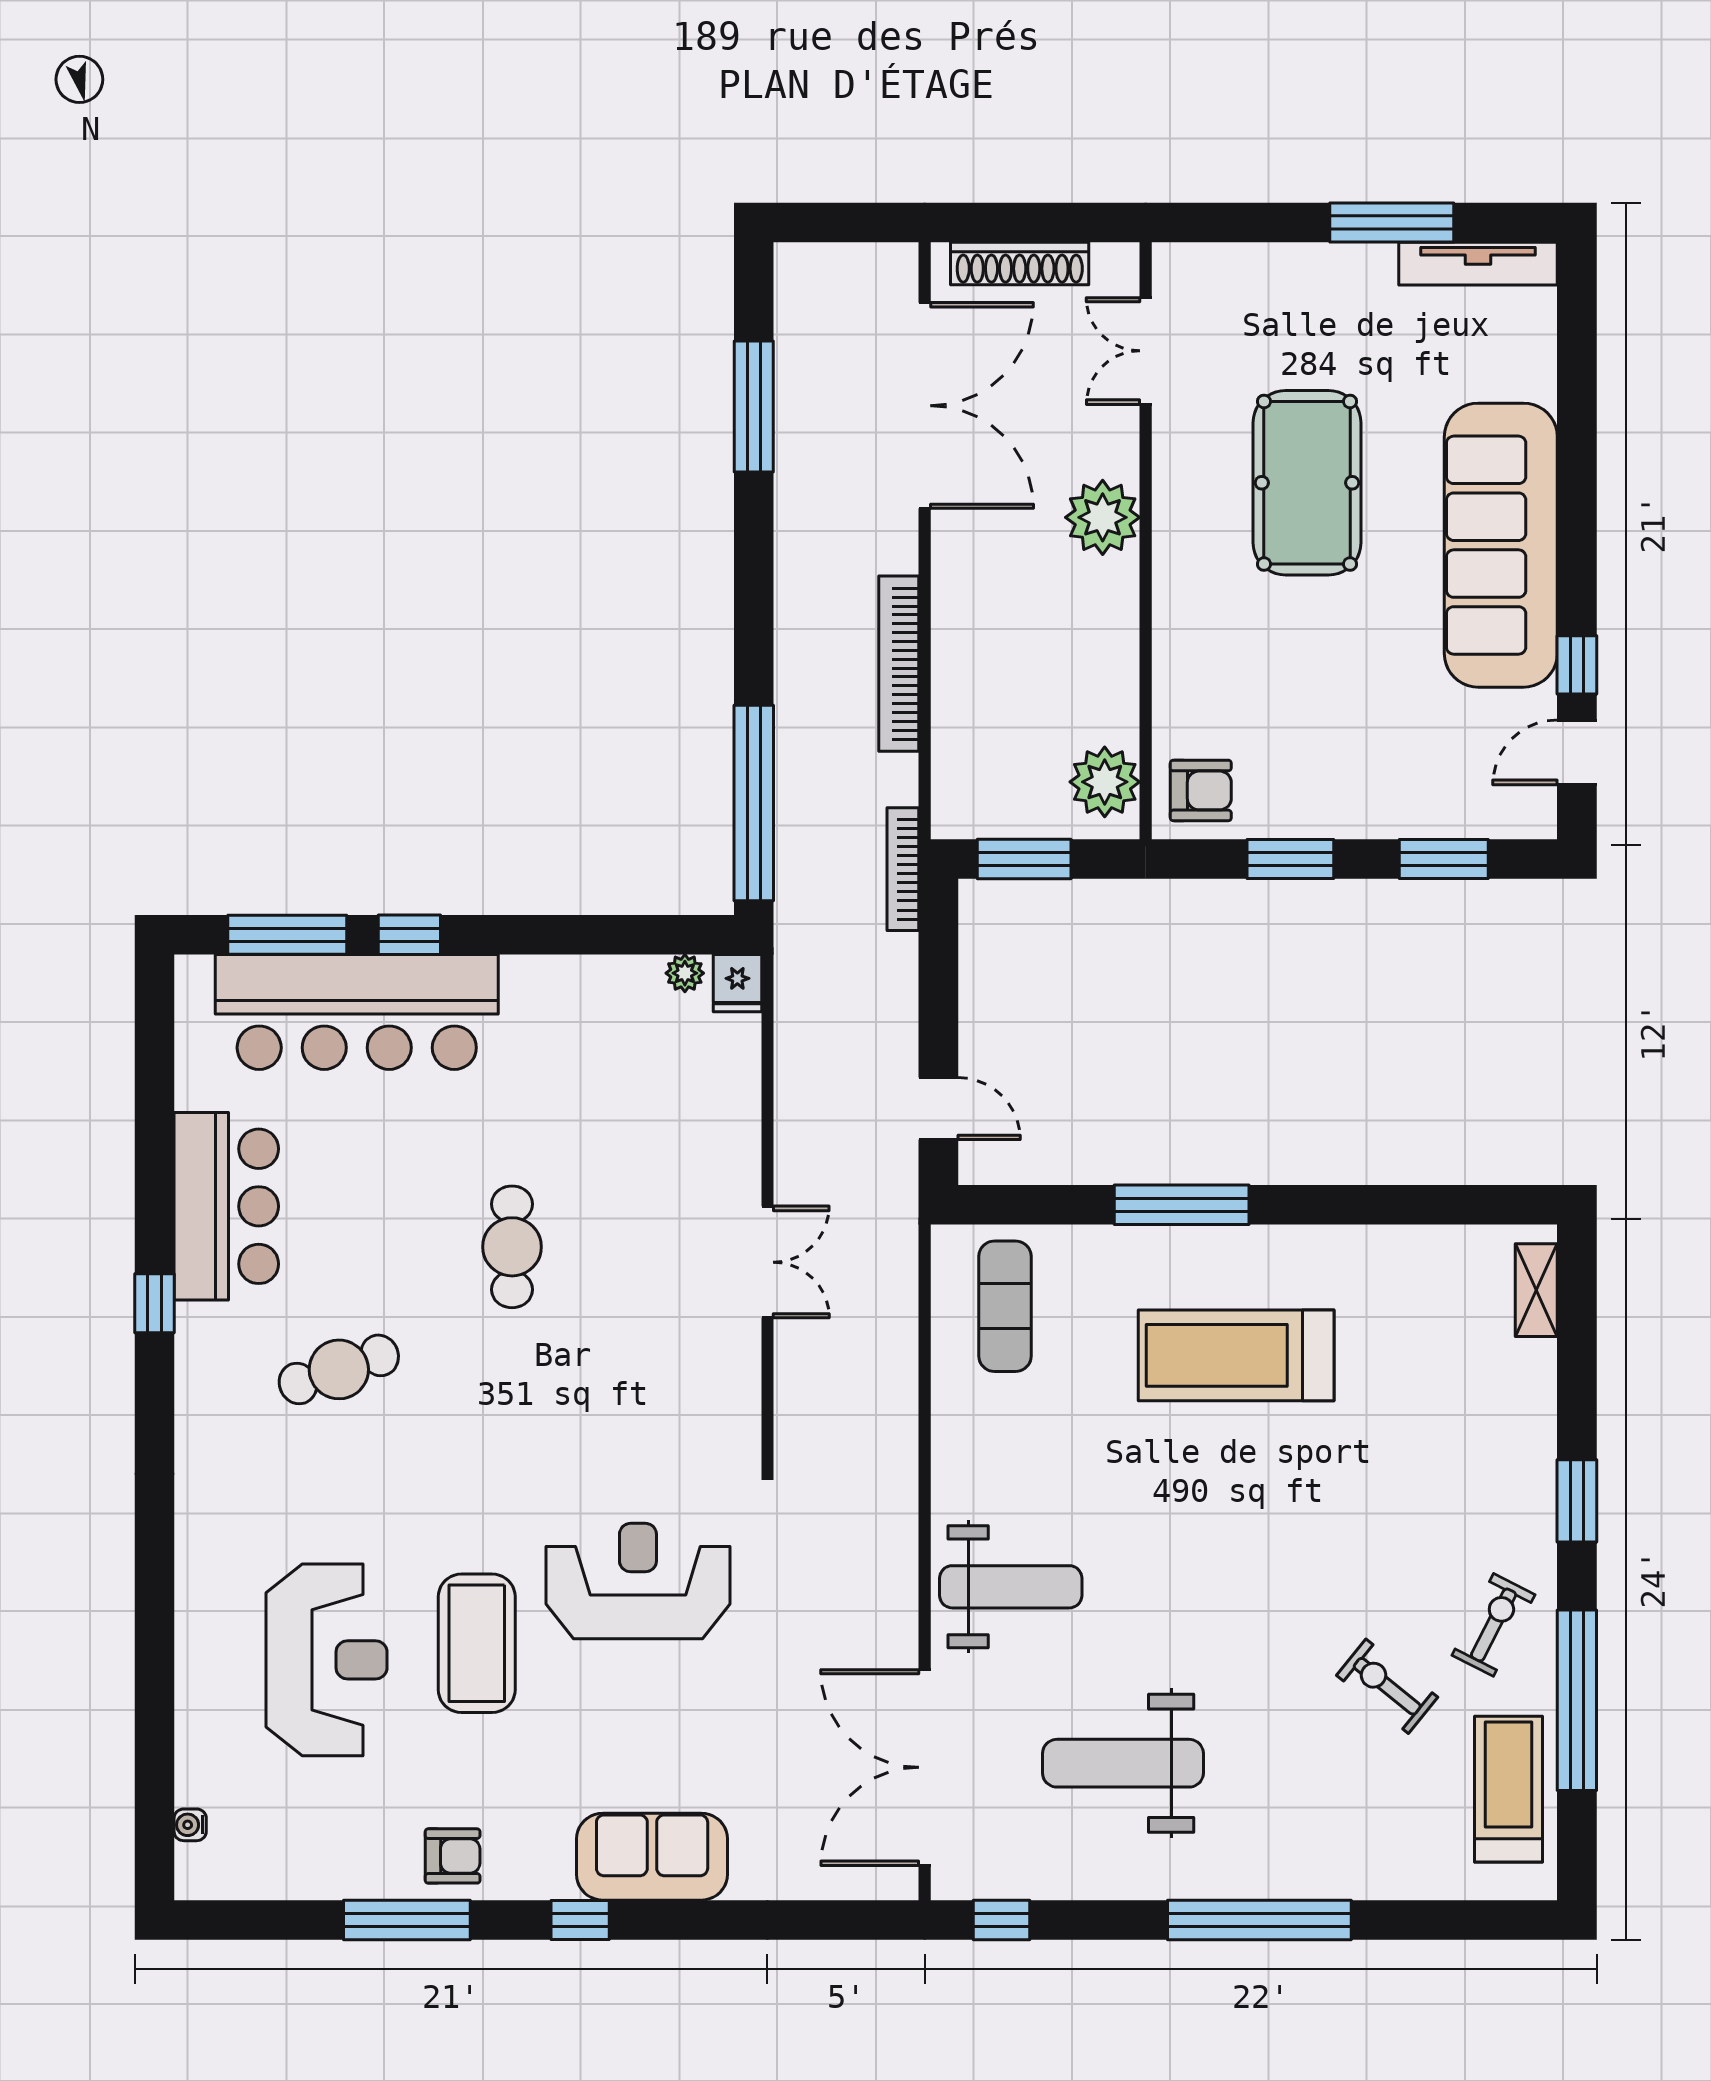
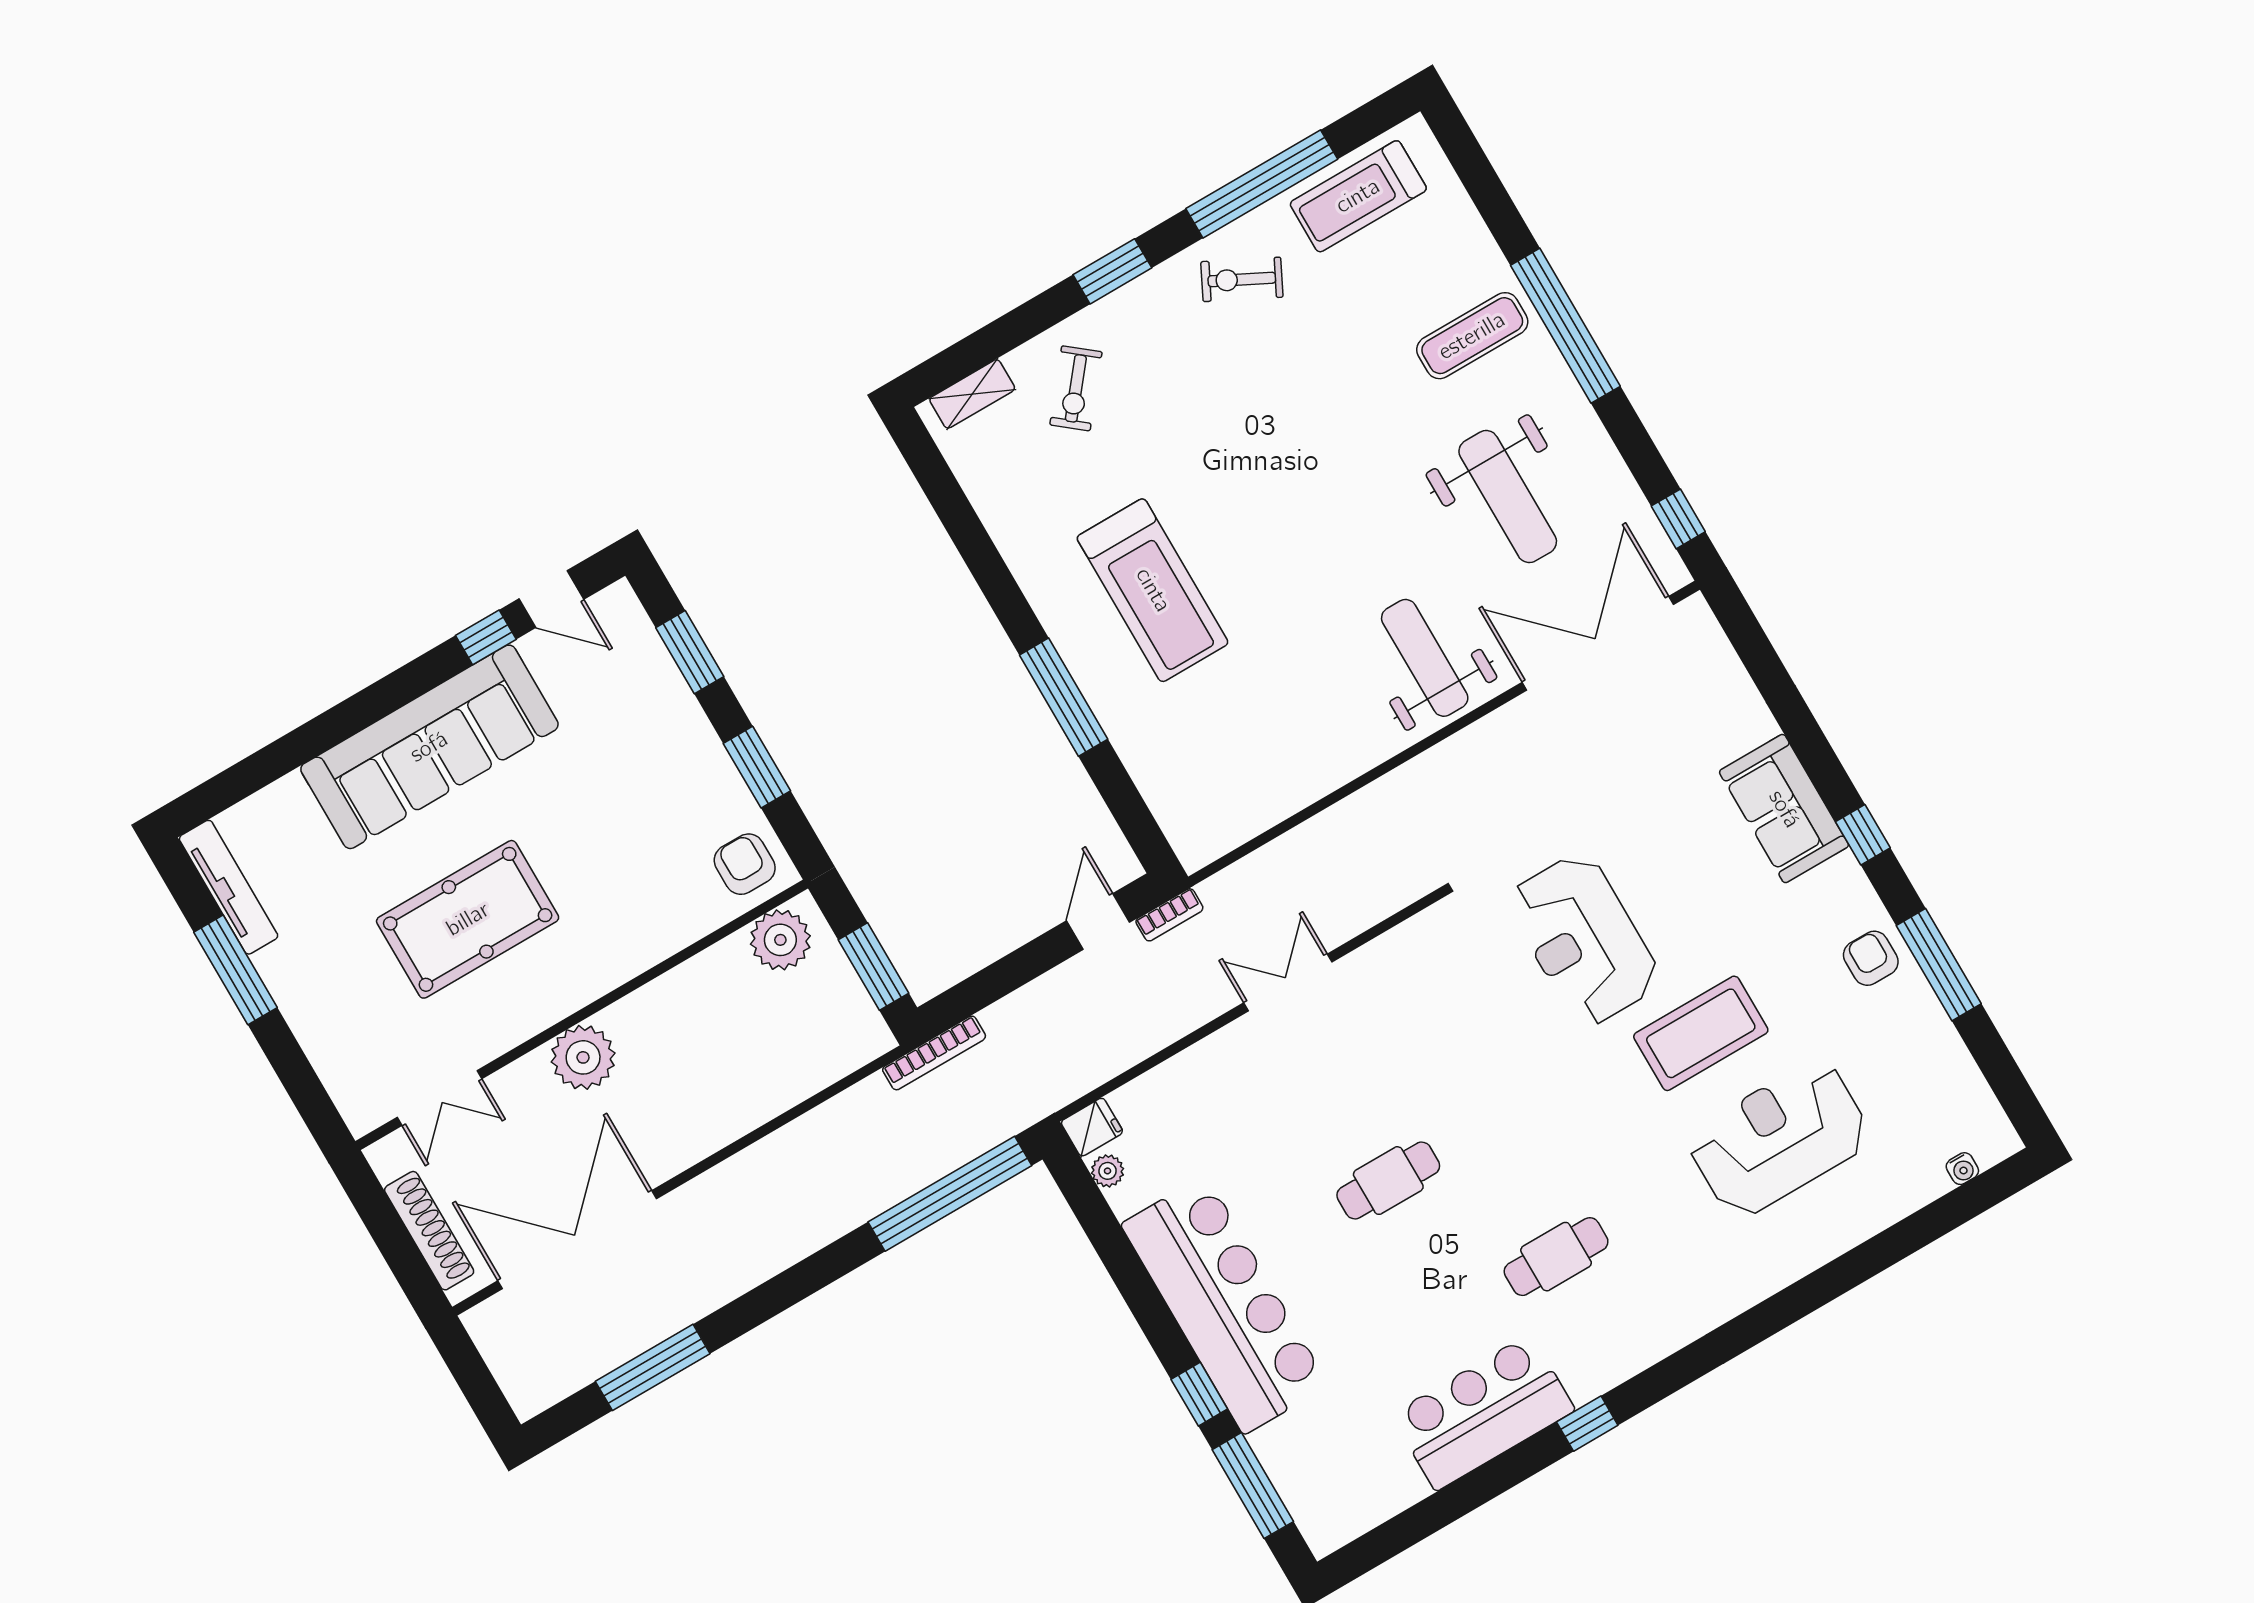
bookcase: (899, 664) -> (1169, 915), moved, width x0.43, depth x0.76
bar counter: (357, 1012) -> (1225, 1305), moved
exercise mat: (1005, 1306) -> (1472, 336), moved
cafe table: (339, 1369) -> (1556, 1257), turned -71
exercise bike: (1387, 1686) -> (1076, 388), moved
double door: (925, 1767) -> (1598, 643), swing flipped

